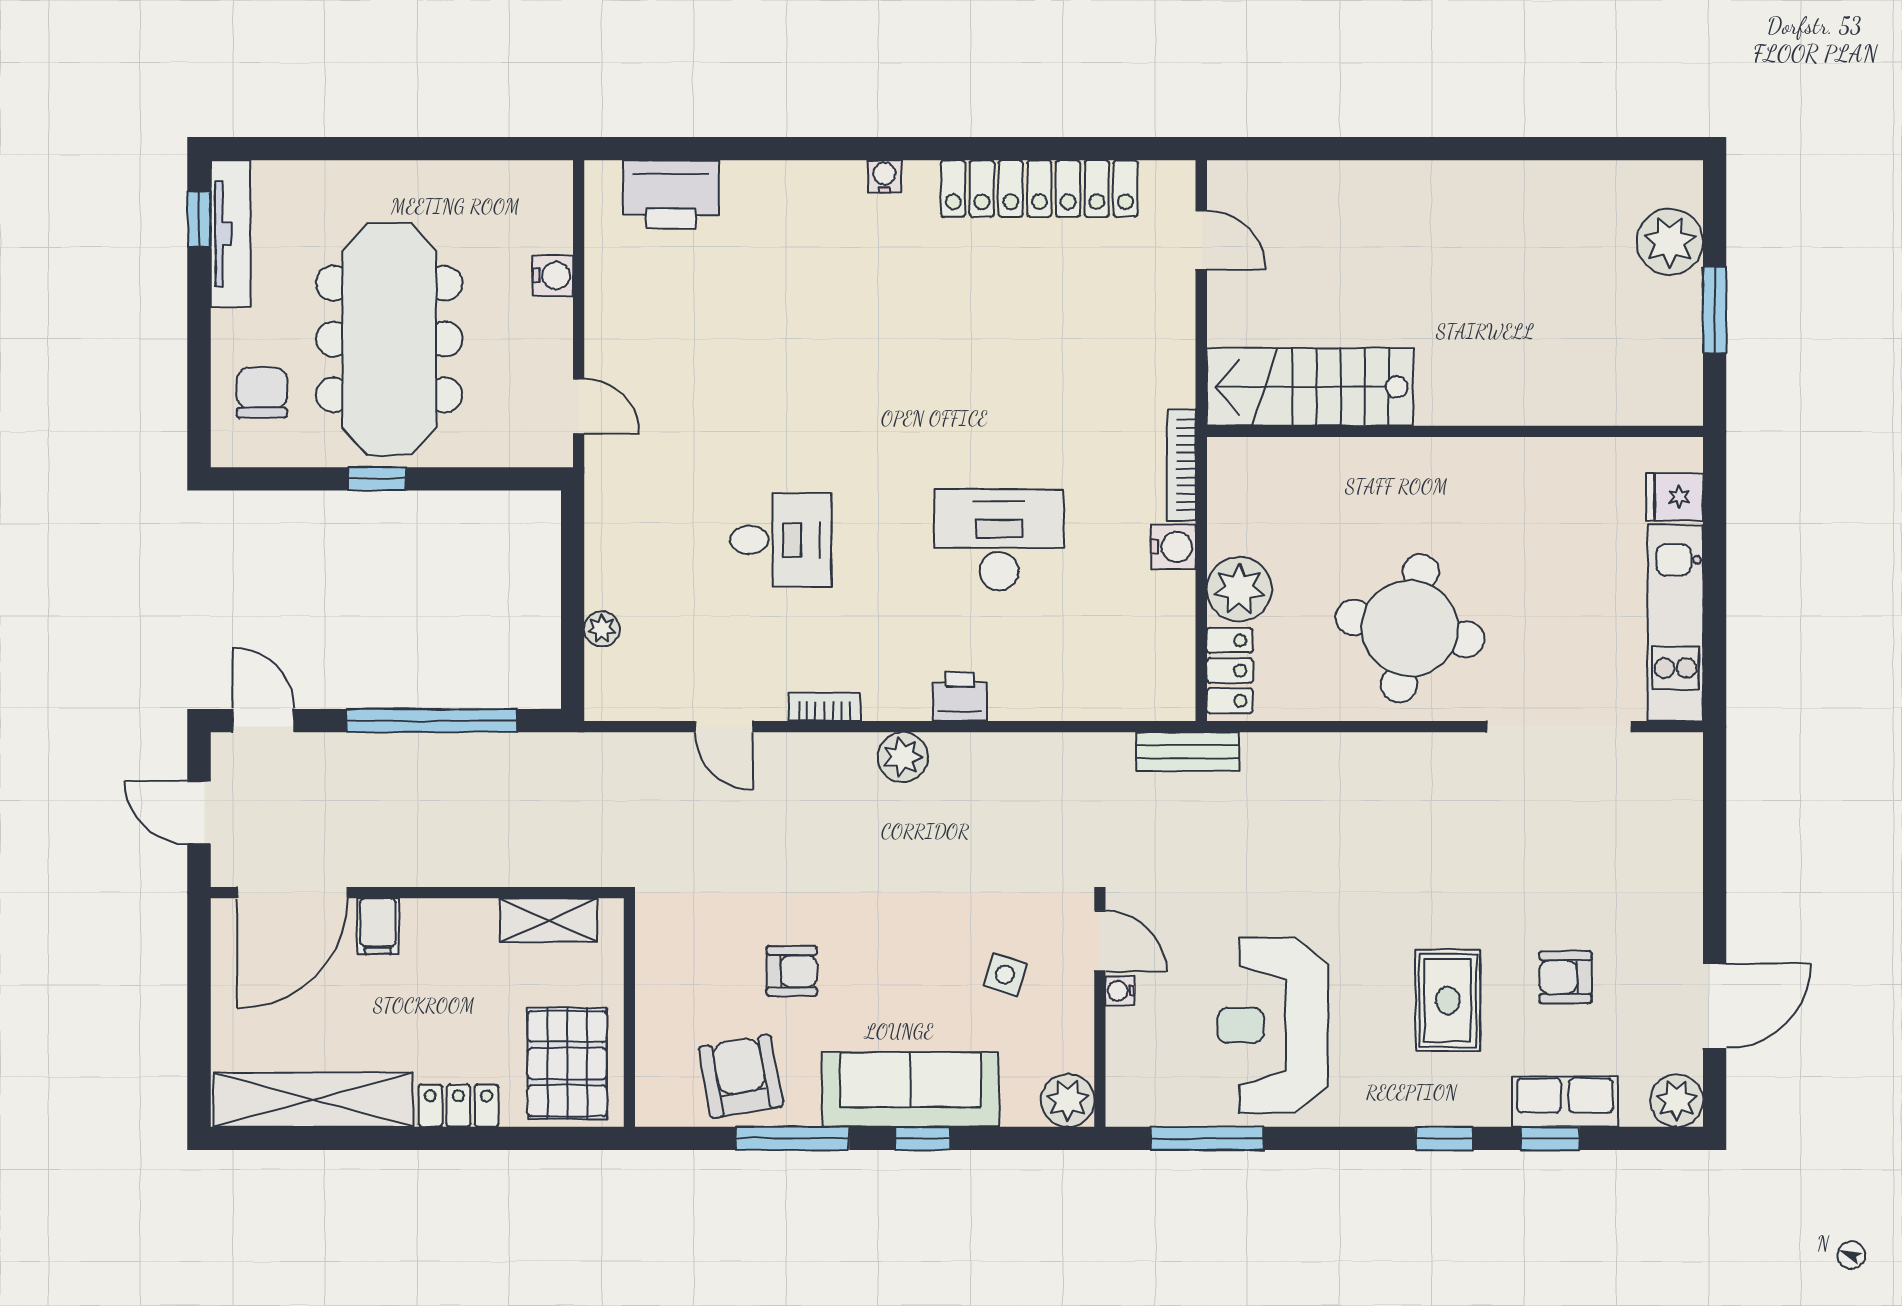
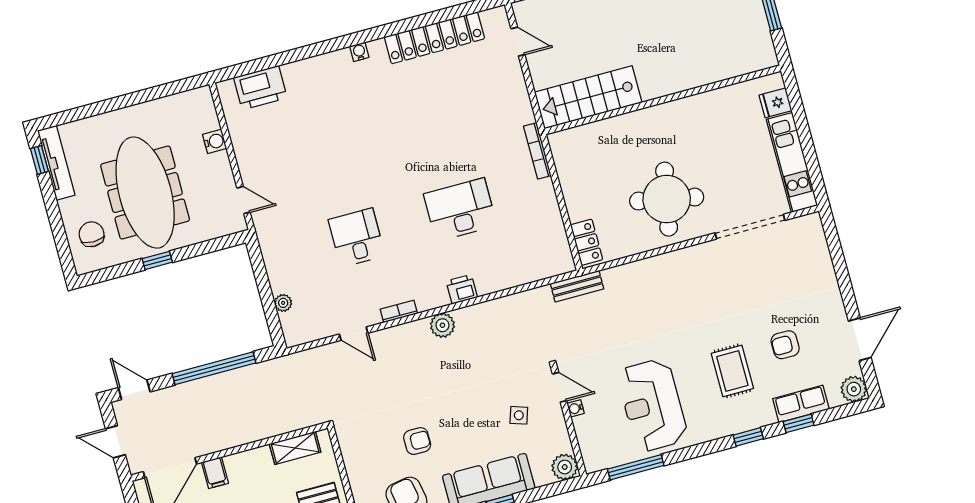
desk: (781, 540) -> (357, 238), turned -90
water cooler: (1173, 547) -> (544, 191), removed
plant: (1239, 589) -> (581, 202), removed

